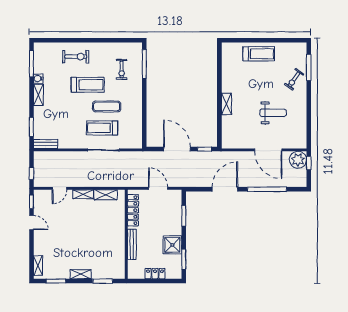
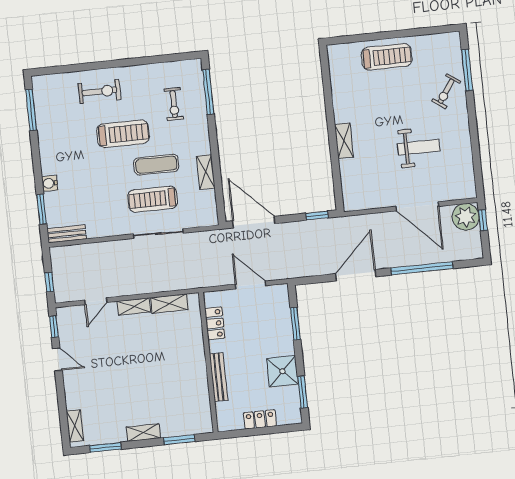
water cooler: (38, 79) -> (50, 183), moved
shelving: (38, 95) -> (206, 172), moved
door: (177, 149) -> (254, 222), moved
locker: (133, 210) -> (215, 323), width x0.66

